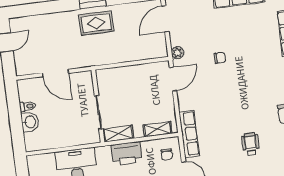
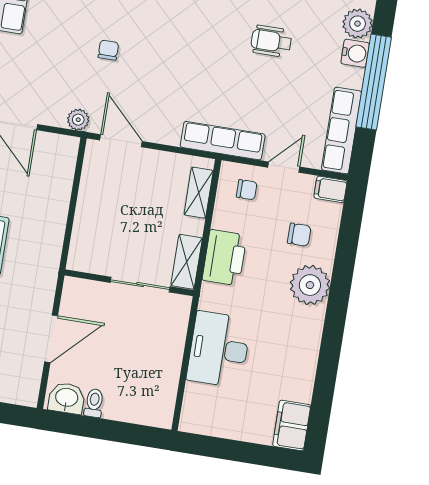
washbasin: (30, 122) -> (67, 398), moved

